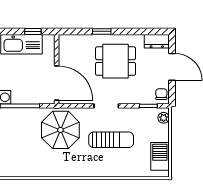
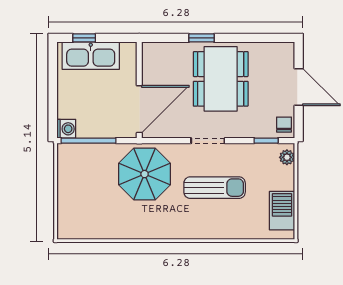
window: (33, 31) -> (84, 38), moved
dresser: (157, 41) -> (278, 52), removed
dining table: (116, 61) -> (221, 79), width x1.38
door: (57, 83) -> (139, 109), hinge flipped

